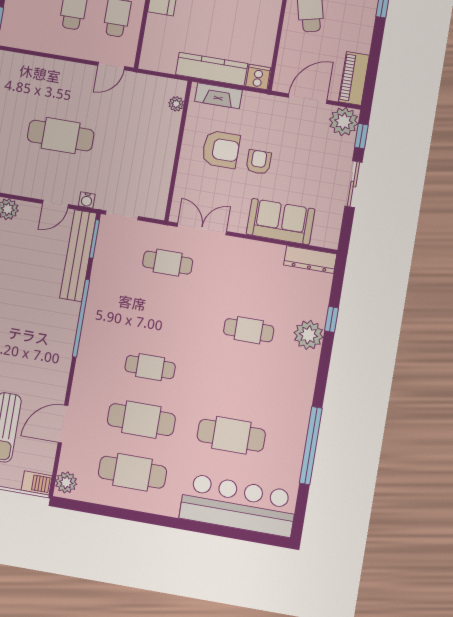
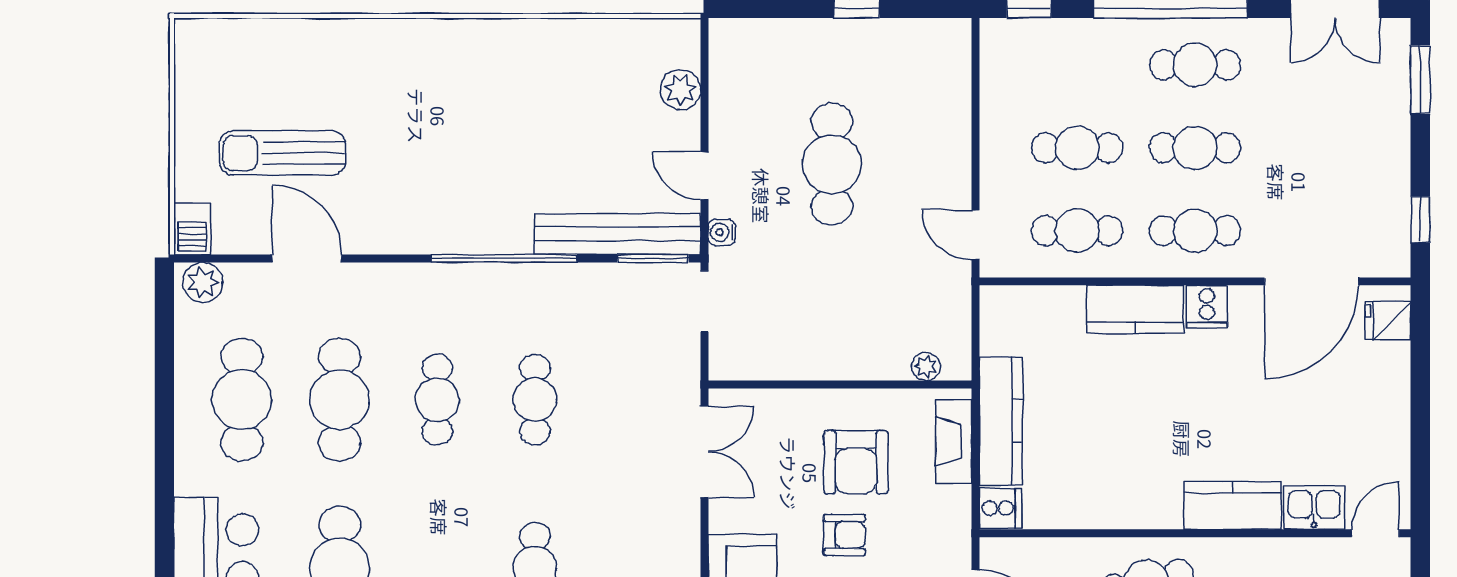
cafe table: (168, 263) -> (535, 400), moved

